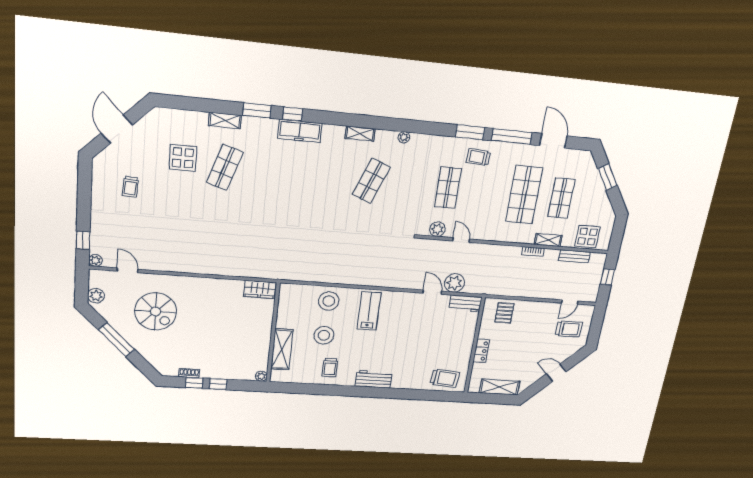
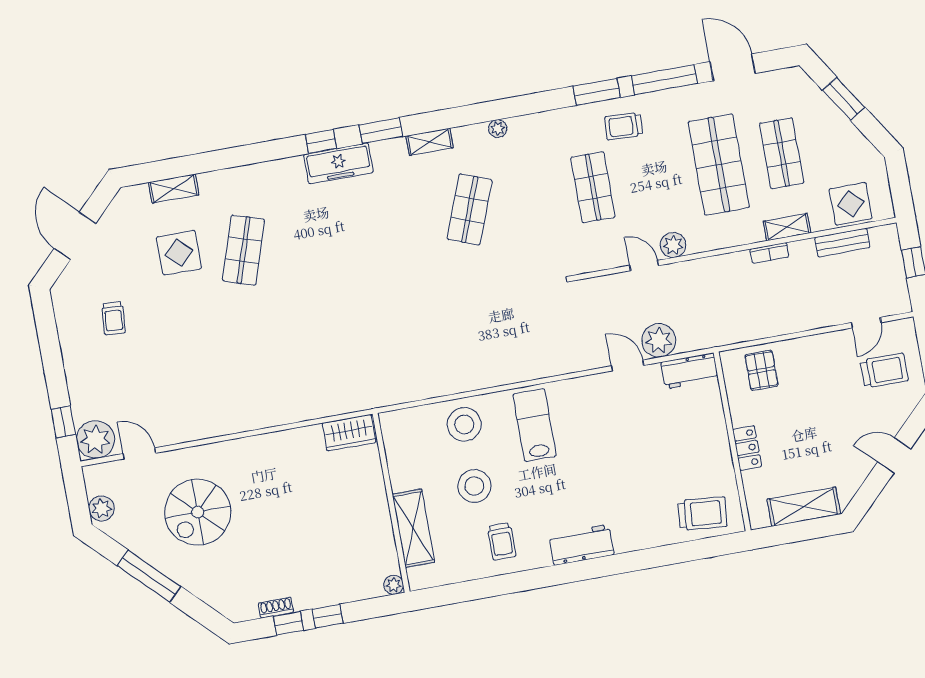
window: (257, 110) -> (381, 131), moved
shelving: (225, 120) -> (174, 189), moved
plant: (437, 229) -> (673, 245), moved
plant: (95, 260) -> (95, 440), width x1.87, depth x1.87
spiral stairs: (156, 311) -> (198, 512), turned 90

